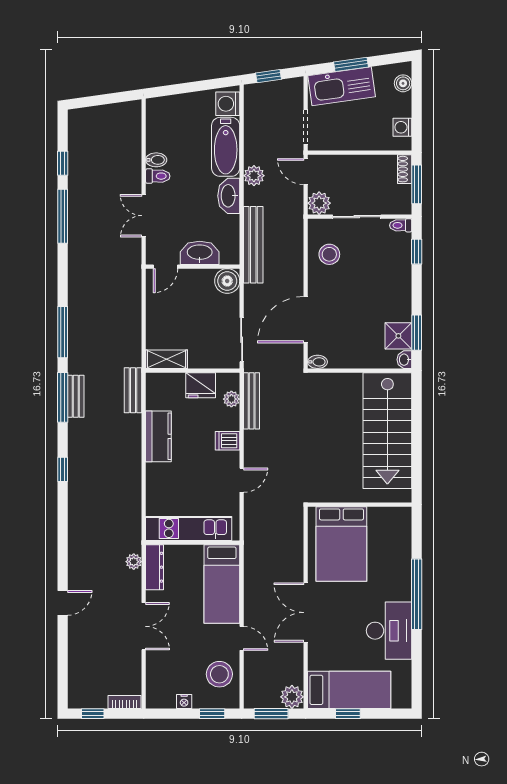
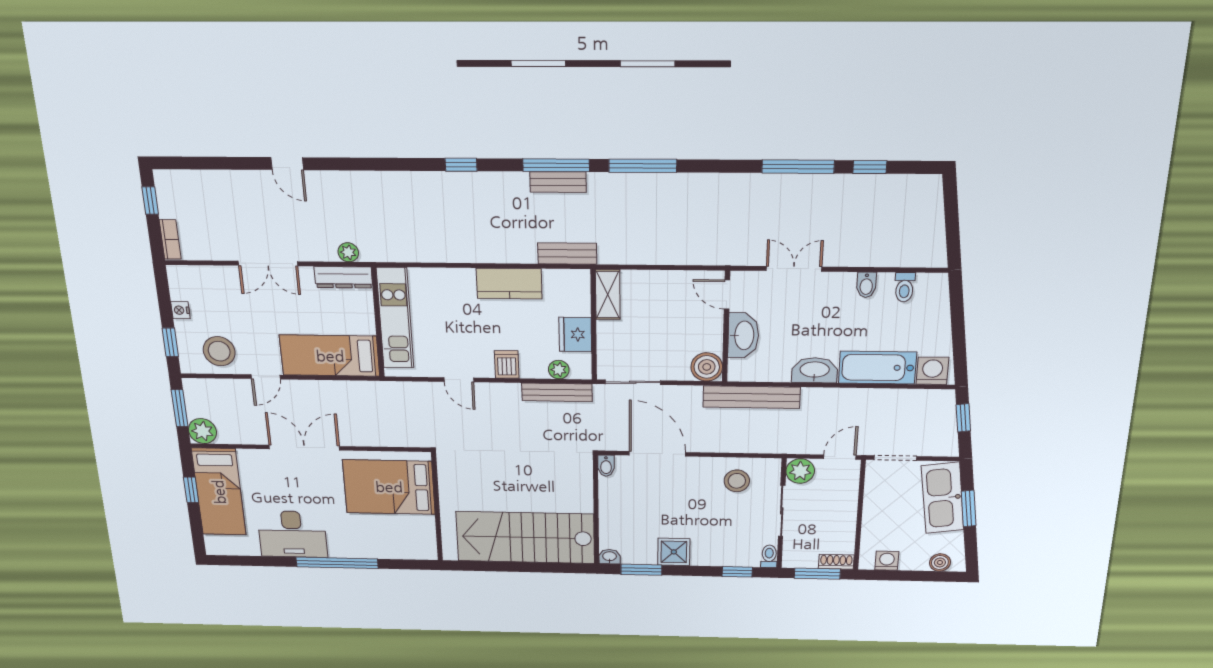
toilet: (158, 176) -> (905, 287), moved
plant: (254, 176) -> (839, 399), removed
shower: (398, 336) -> (674, 552), moved

